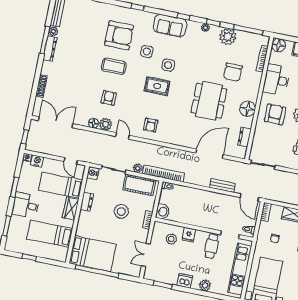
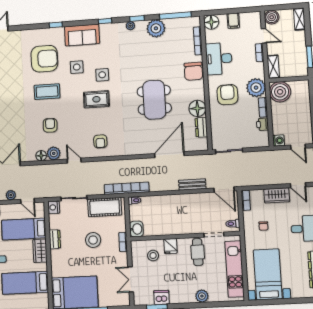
sofa: (170, 26) -> (82, 35), moved
chair: (233, 72) -> (193, 71), moved
floor lamp: (248, 109) -> (197, 108), moved
plant: (138, 168) -> (11, 195), moved
dishwasher: (185, 281) -> (162, 297), moved

